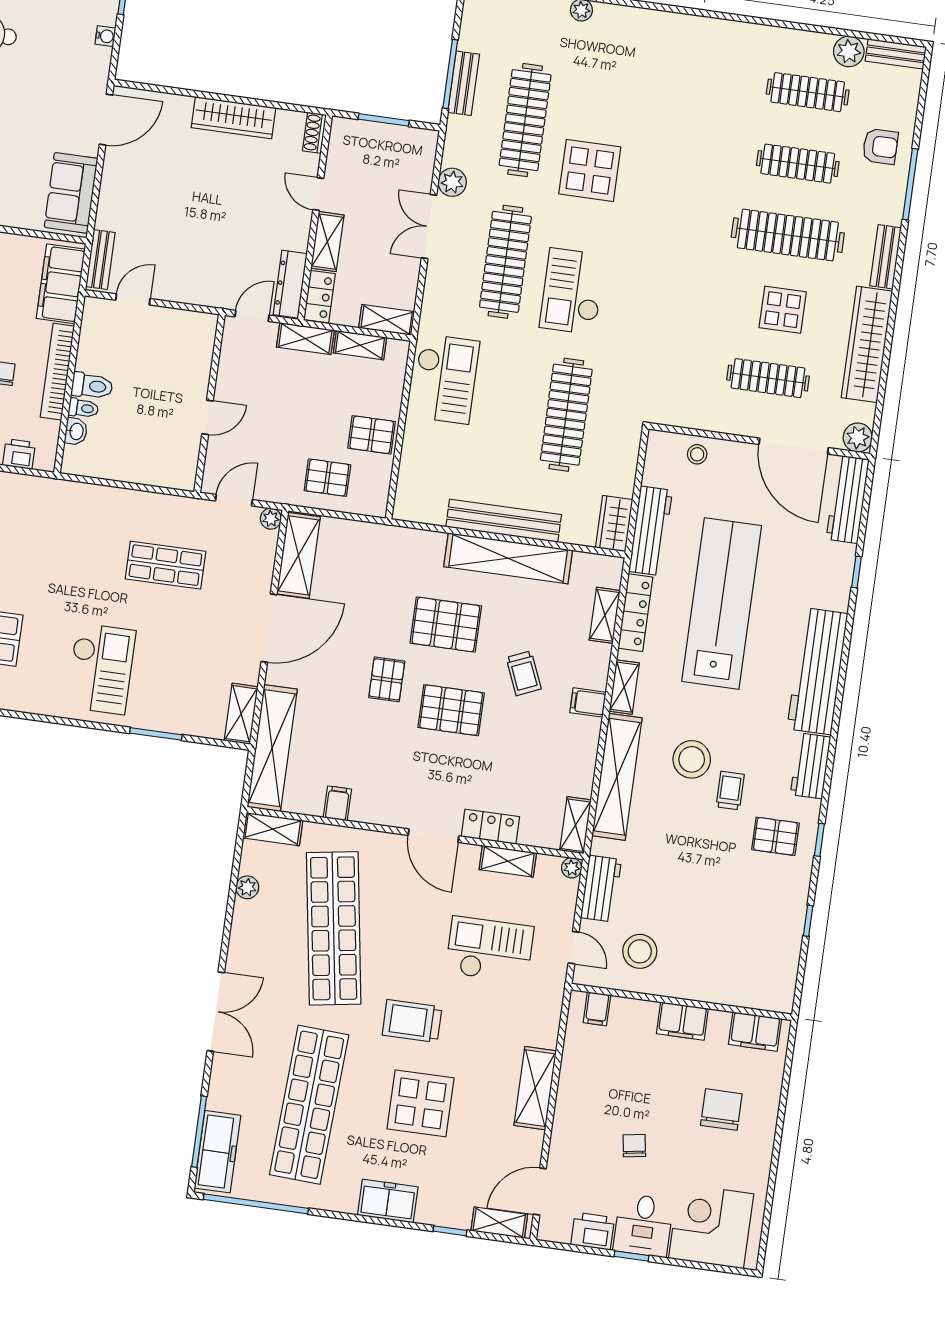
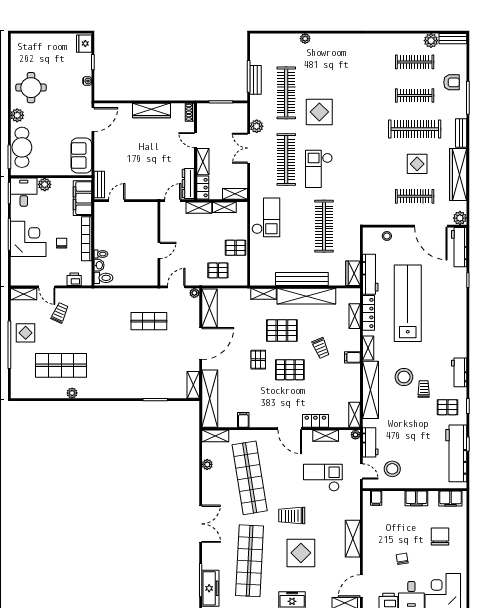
toilet: (92, 386) -> (103, 278), moved
shelving: (417, 541) -> (263, 294), added
checkout: (101, 669) -> (126, 373), removed
workbench: (817, 671) -> (456, 453), moved

